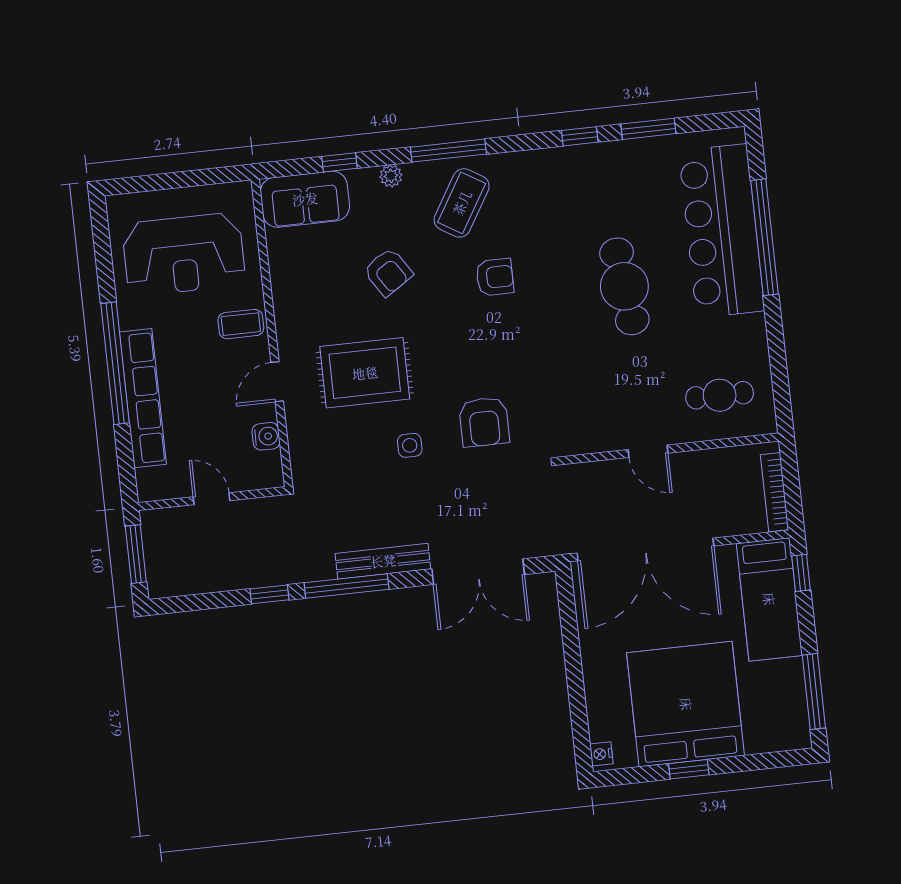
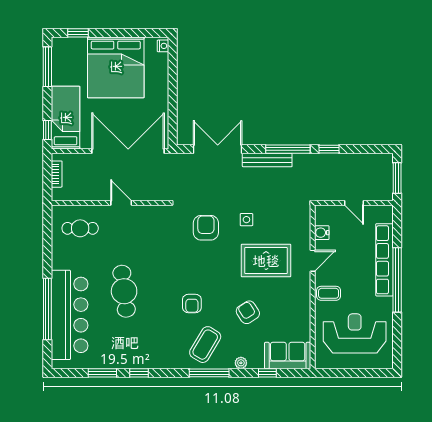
armchair: (495, 277) -> (192, 303), turned -90
bookcase: (775, 492) -> (57, 174), width x0.64
window: (689, 769) -> (78, 33), moved

